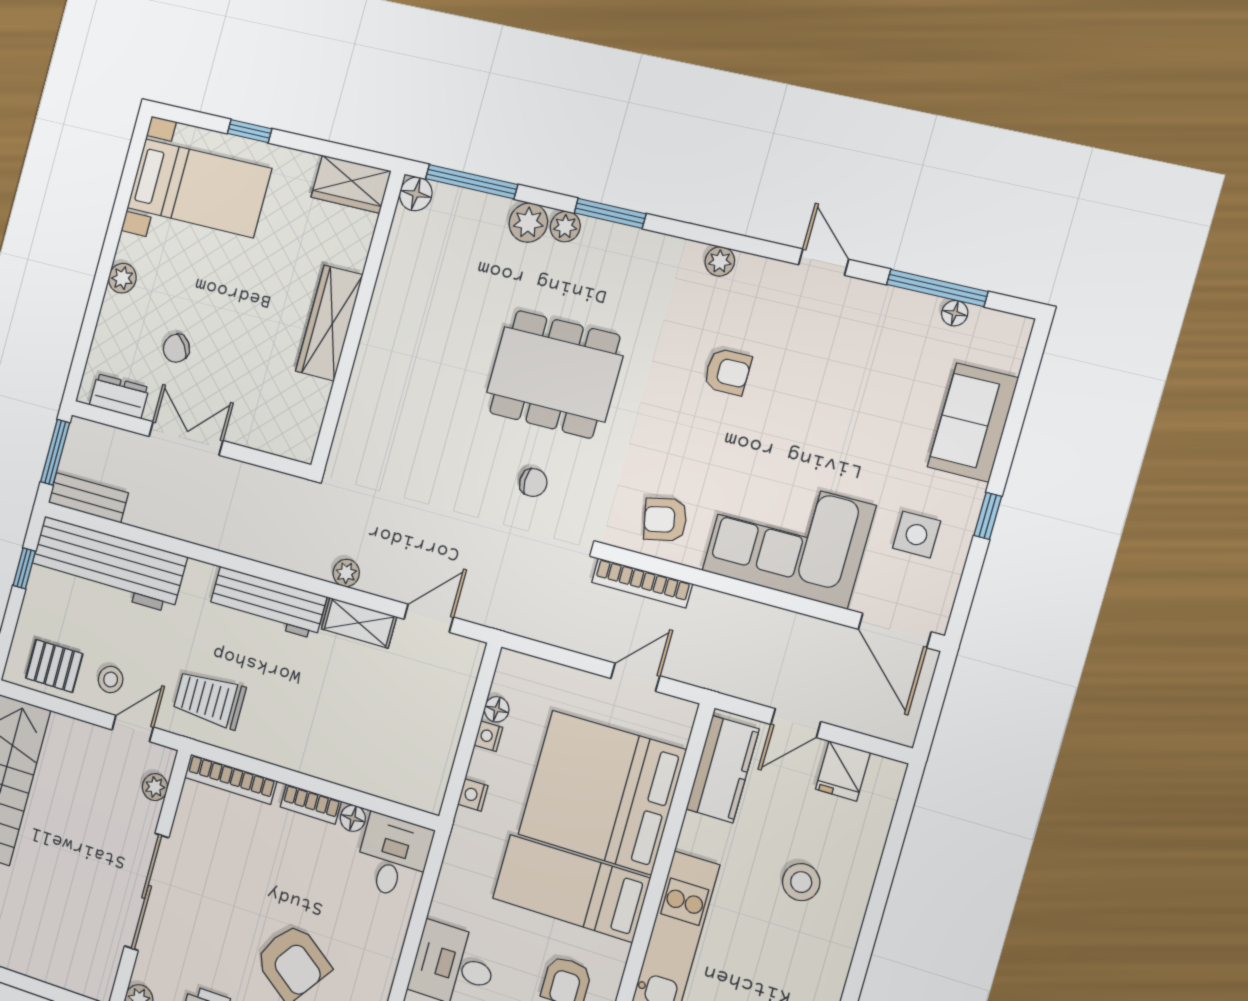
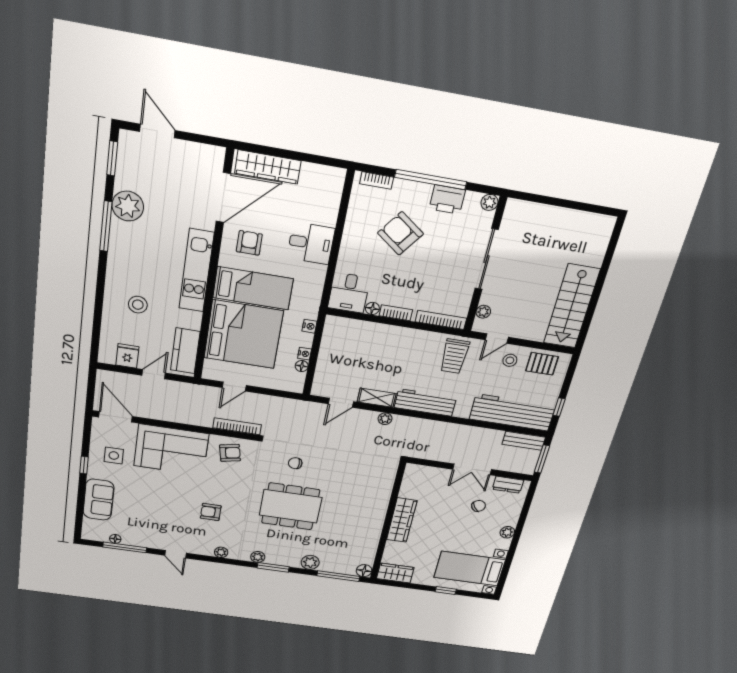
plant: (565, 227) -> (258, 557), moved
trolley: (209, 699) -> (454, 356), turned 90

